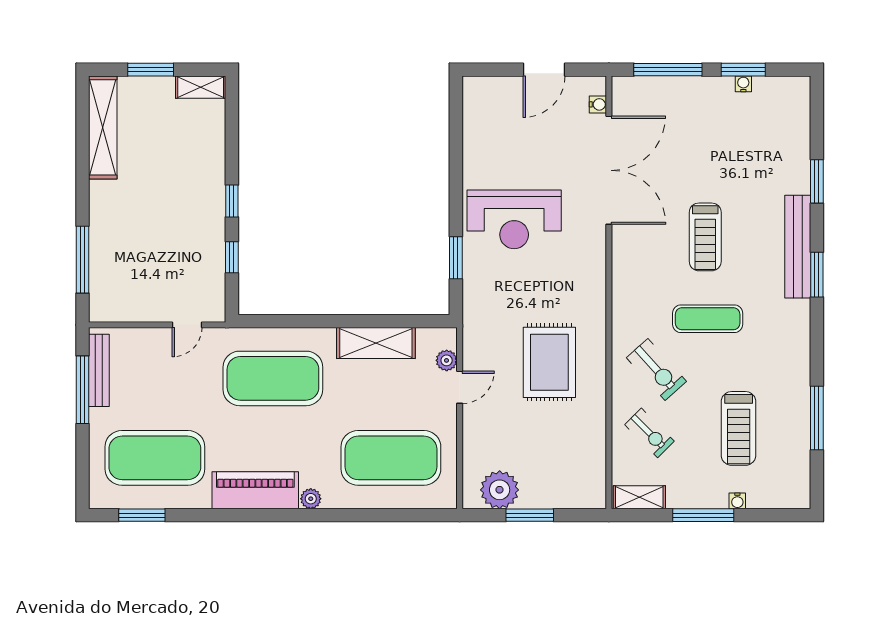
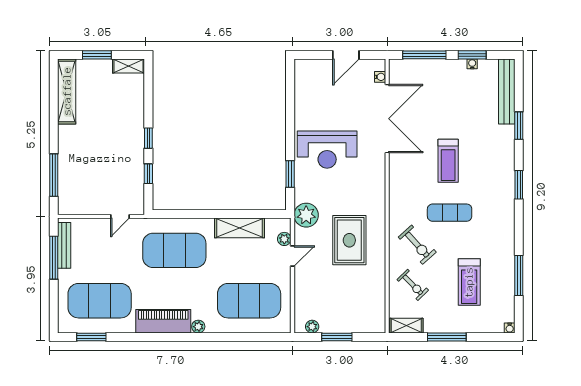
bench: (798, 247) -> (507, 91), moved
plant: (481, 323) -> (306, 215), added
plant: (500, 490) -> (312, 327), width x0.53, depth x0.53
water cooler: (737, 501) -> (510, 328), moved

